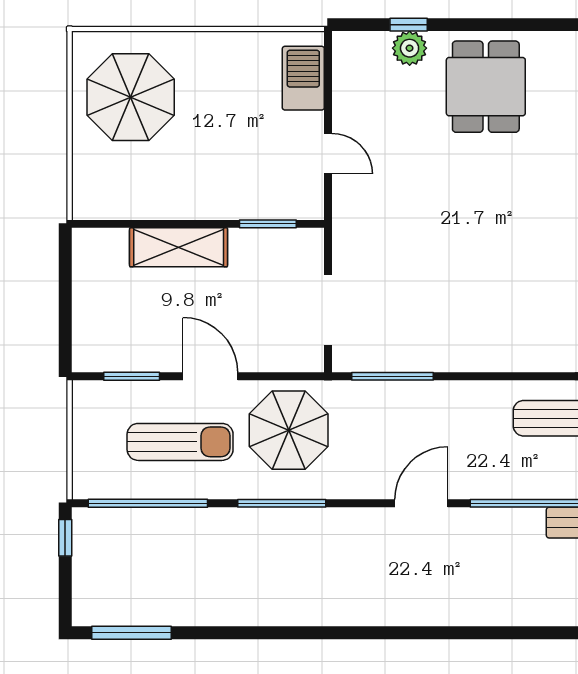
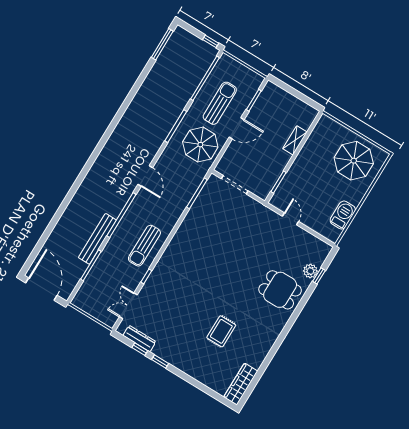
barbecue: (303, 78) -> (343, 215), moved, turned -90
door: (328, 154) -> (291, 219), swing flipped
shelving: (179, 247) -> (295, 140), width x0.67, depth x0.75
sun lounger: (180, 442) -> (220, 103), turned 180

